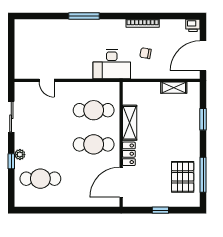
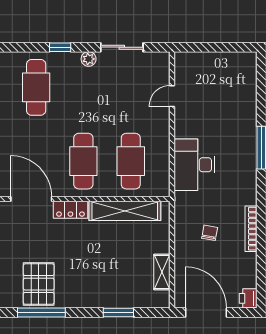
desk: (112, 64) -> (194, 165), moved
shelving: (130, 123) -> (125, 211), width x1.47
plant: (20, 155) -> (89, 59), moved
pallet: (183, 177) -> (39, 284), turned 90

